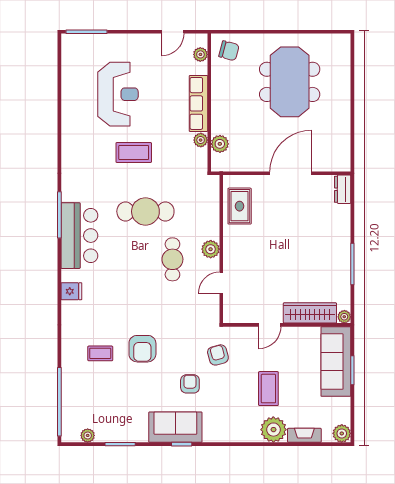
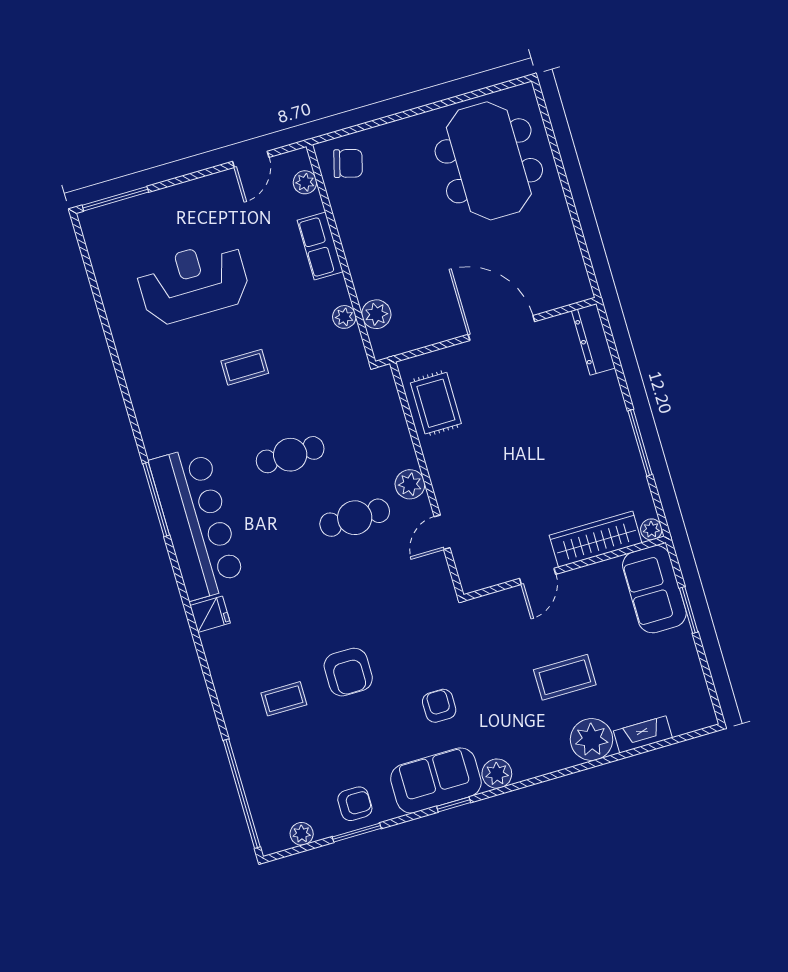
meeting table: (290, 82) -> (489, 161), moved
reception desk: (118, 94) -> (193, 283), turned -90
row of seats: (198, 103) -> (320, 246), width x0.68
coffee table: (134, 153) -> (245, 367), width x0.73, depth x0.77
door: (291, 173) -> (501, 328), hinge flipped
dresser: (343, 189) -> (593, 339), width x1.44
cafe table: (145, 211) -> (290, 455), width x0.73, depth x0.74
bar counter: (79, 236) -> (197, 523), width x1.36
cafe table: (172, 259) -> (355, 518), turned 90
armchair: (218, 355) -> (355, 804), moved, turned 105
sofa: (336, 362) -> (654, 589), width x0.73
coffee table: (268, 389) -> (565, 677), turned 90
plant: (342, 433) -> (497, 774), moved

